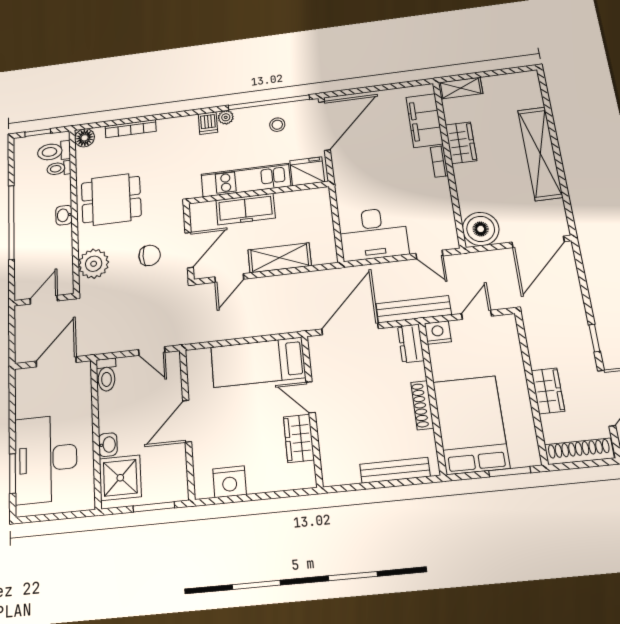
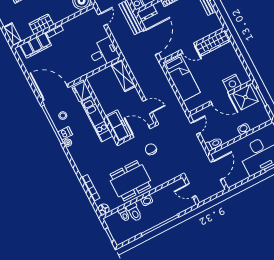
dishwasher: (208, 123) -> (65, 133), moved
toilet: (54, 151) -> (134, 212), moved
dining table: (111, 199) -> (130, 181), width x1.37
freezer: (246, 209) -> (118, 126), moved
desk: (373, 234) -> (104, 52), width x0.73
shelving: (280, 258) -> (123, 76), moved
plant: (94, 264) -> (165, 174), removed
door: (350, 329) -> (151, 42), swing flipped
door: (56, 362) -> (217, 170), swing flipped
door: (311, 397) -> (188, 48), hinge flipped
wardrobe: (299, 438) -> (212, 43), width x1.50
shower: (120, 478) -> (245, 97), moved
nightstand: (230, 482) -> (232, 83), moved, turned 90

